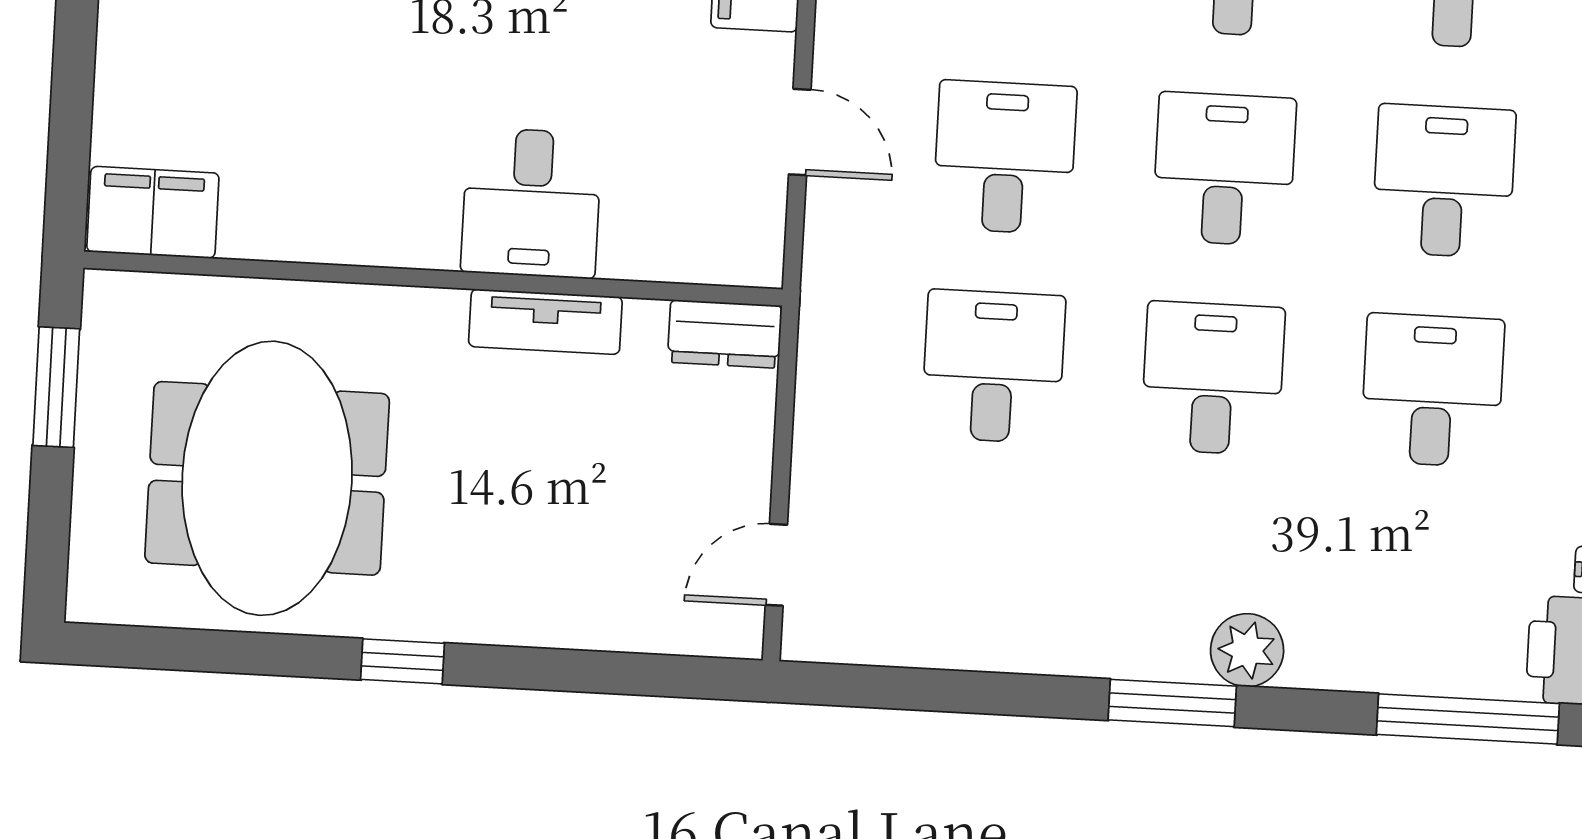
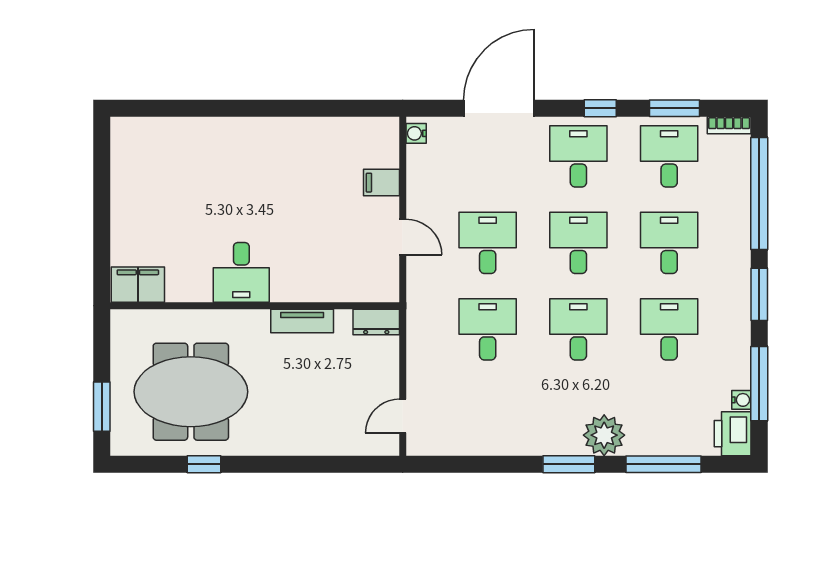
desk: (531, 203) -> (241, 272), moved
window: (56, 387) -> (102, 407), moved
meeting table: (267, 478) -> (191, 392), turned 90
plant: (1247, 650) -> (604, 435), width x1.36, depth x1.36
window: (402, 661) -> (204, 464), moved
window: (1468, 719) -> (664, 464), moved

